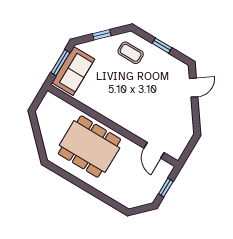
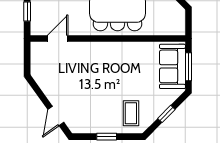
coffee table: (131, 53) -> (131, 113), turned 90
door: (154, 150) -> (58, 39), hinge flipped

